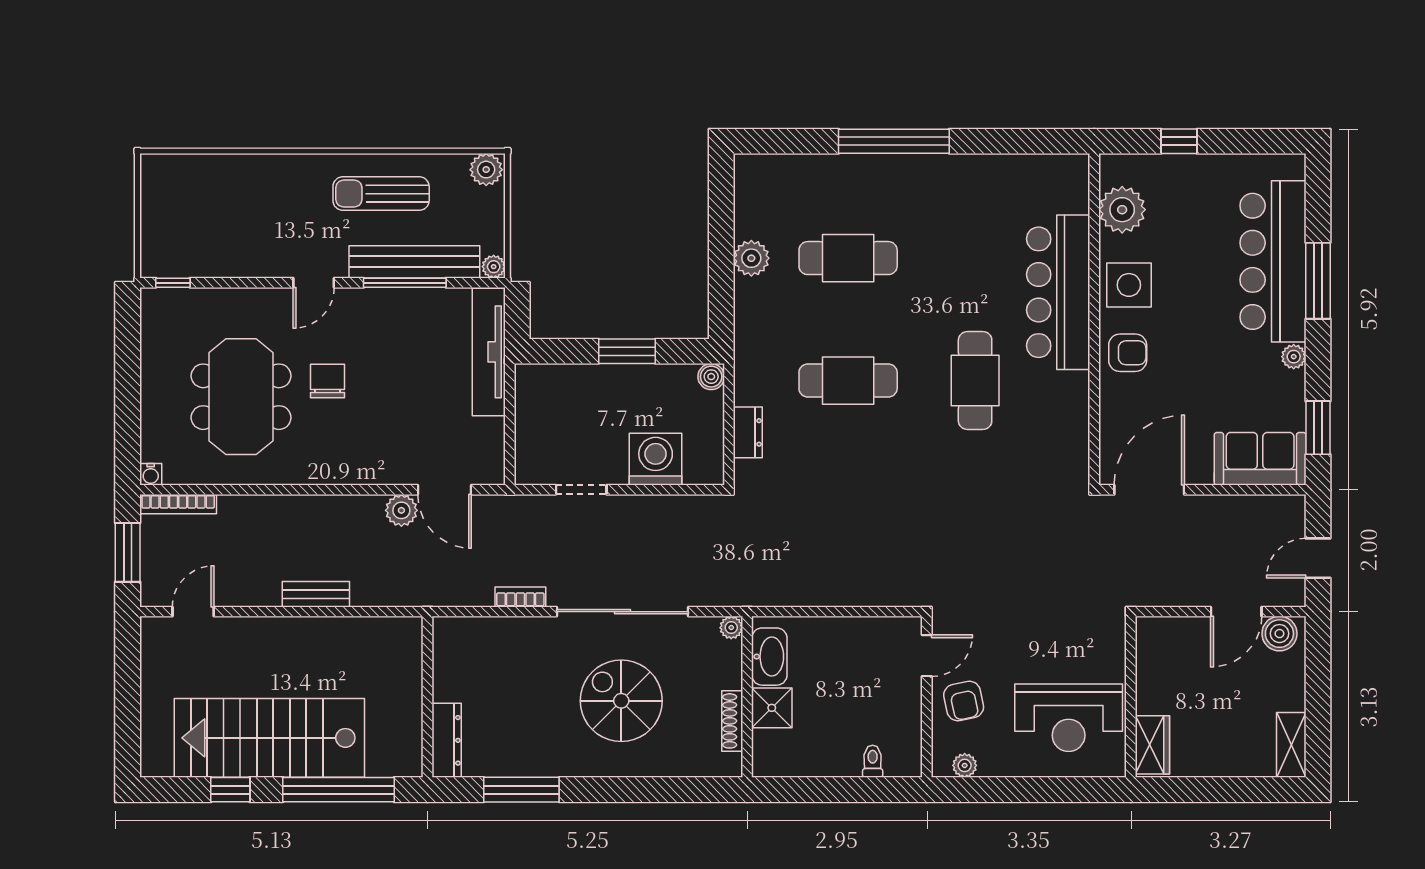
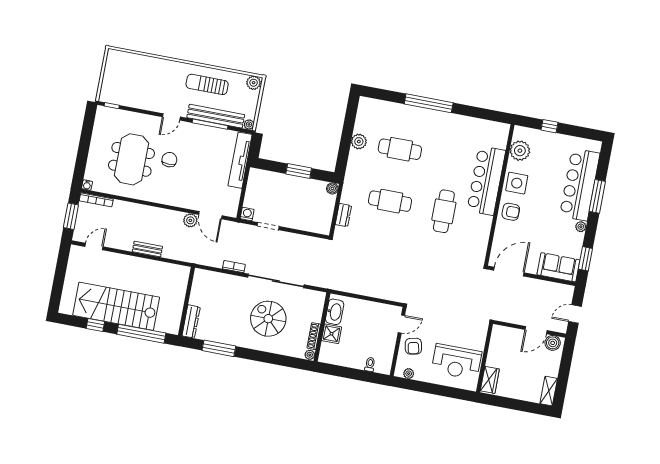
washing machine: (656, 459) -> (247, 214), moved, width x0.53, depth x0.53
plant: (731, 628) -> (310, 355), moved

